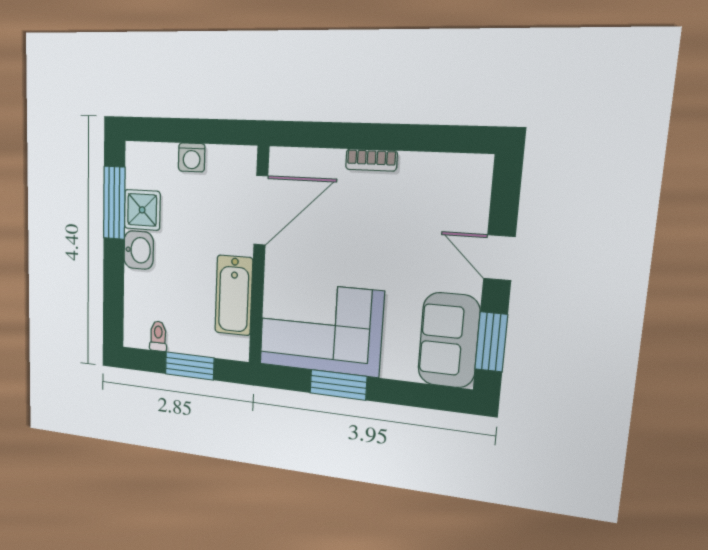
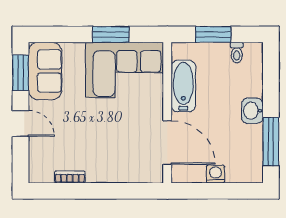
bookcase: (371, 160) -> (70, 177), moved
shower: (142, 210) -> (250, 138), removed
door: (261, 210) -> (167, 142), swing flipped

